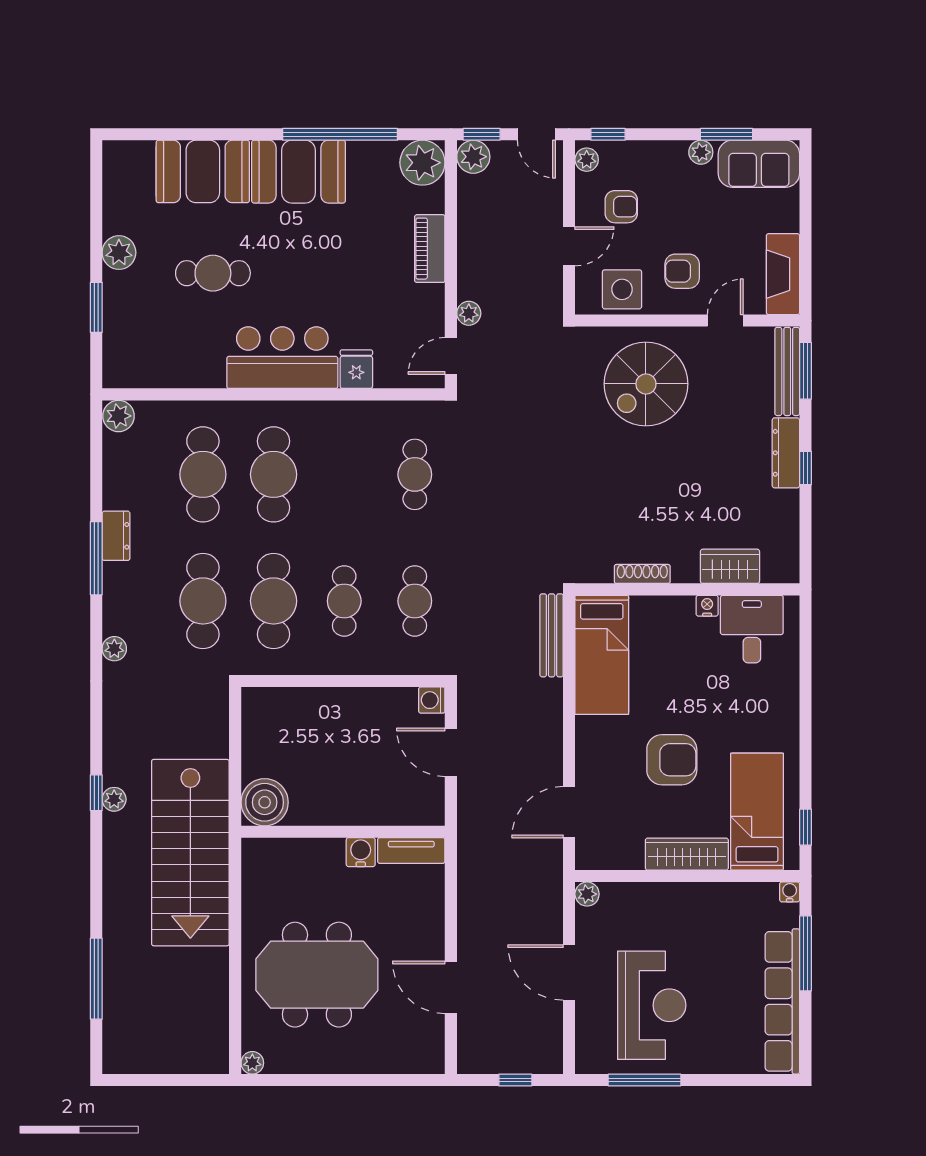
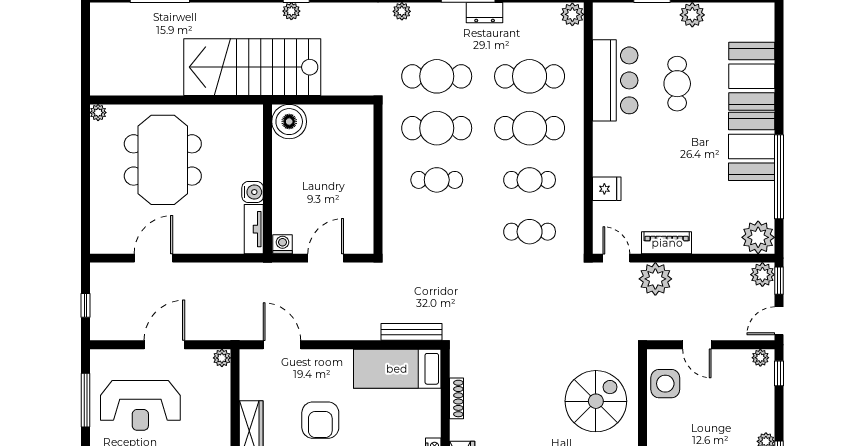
armchair: (621, 207) -> (726, 383), removed
piano: (430, 249) -> (667, 243), moved
armchair: (682, 271) -> (679, 428), removed
plant: (469, 313) -> (655, 279), width x1.88, depth x1.88
bar counter: (282, 358) -> (615, 80), moved
spiral stairs: (646, 384) -> (596, 401), turned 90
cafe table: (415, 601) -> (530, 180), moved
washing machine: (432, 700) -> (283, 244), moved

